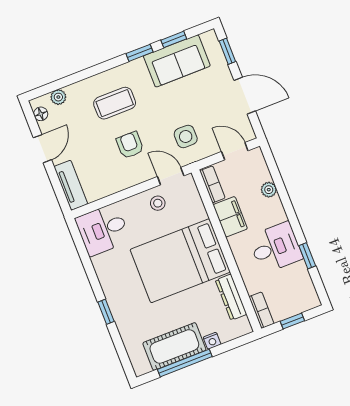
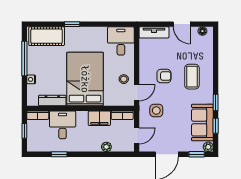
plant: (58, 97) -> (208, 147), moved
desk: (276, 248) -> (63, 125), moved, turned 180
cot: (174, 346) -> (47, 36), moved, turned 90

